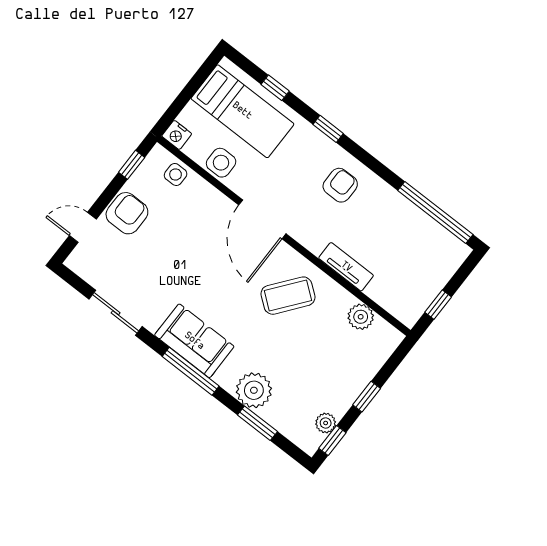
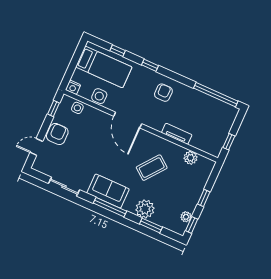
coffee table: (288, 296) -> (152, 168), moved

